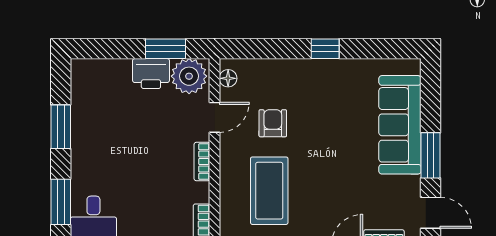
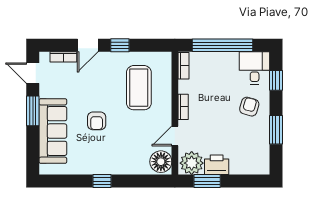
floor lamp: (228, 78) -> (161, 162), width x1.89, depth x1.89
armchair: (273, 123) -> (97, 121), moved
armchair: (101, 162) -> (249, 107), added
window: (61, 202) -> (276, 80), width x0.67

